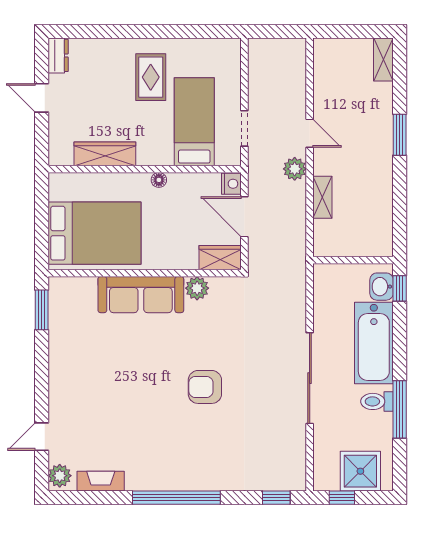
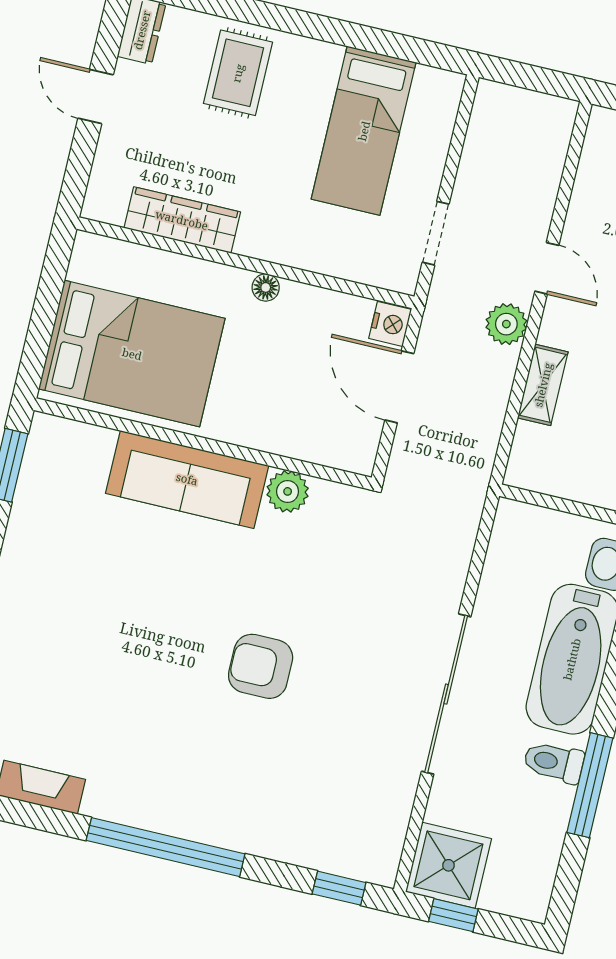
rug: (151, 77) -> (238, 73), moved
bed: (194, 122) -> (364, 131), moved, turned 180
wardrobe: (220, 258) -> (340, 448), removed
shower: (360, 471) -> (448, 865), moved

